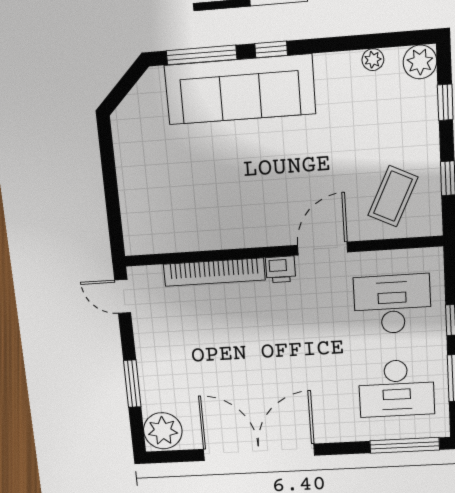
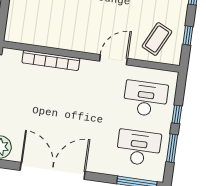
printer: (281, 269) -> (88, 67), removed
desk: (396, 388) -> (139, 148), turned 180

